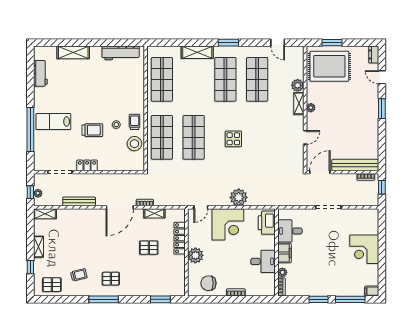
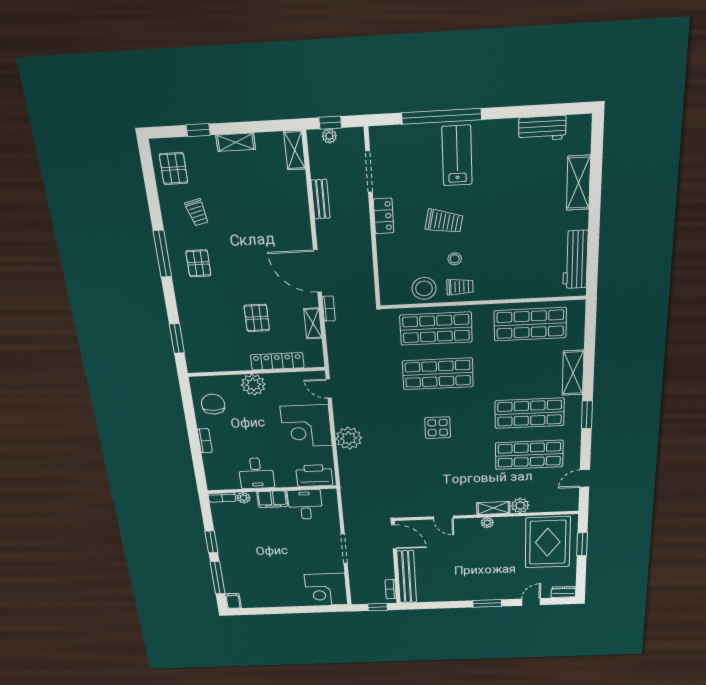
trolley: (92, 130) -> (444, 221), turned -78
bench: (79, 201) -> (321, 199), width x0.73
corner desk: (364, 249) -> (326, 590), moved, turned -90

